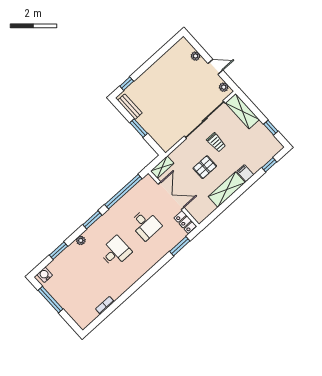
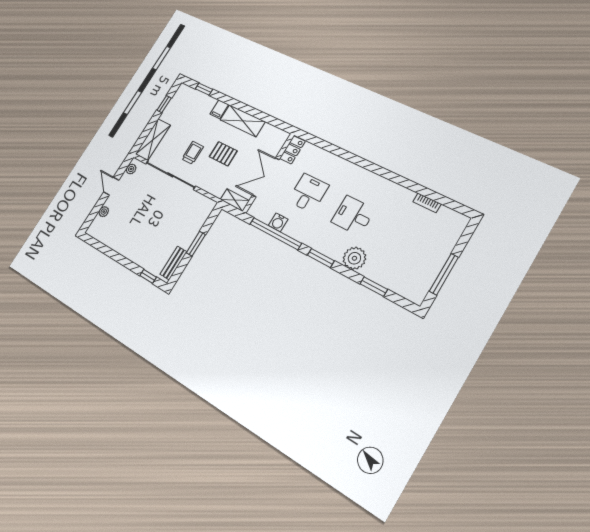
plant: (81, 240) -> (354, 258), width x1.88, depth x1.88
window: (180, 246) -> (323, 145), removed
water cooler: (45, 275) -> (278, 222), moved

